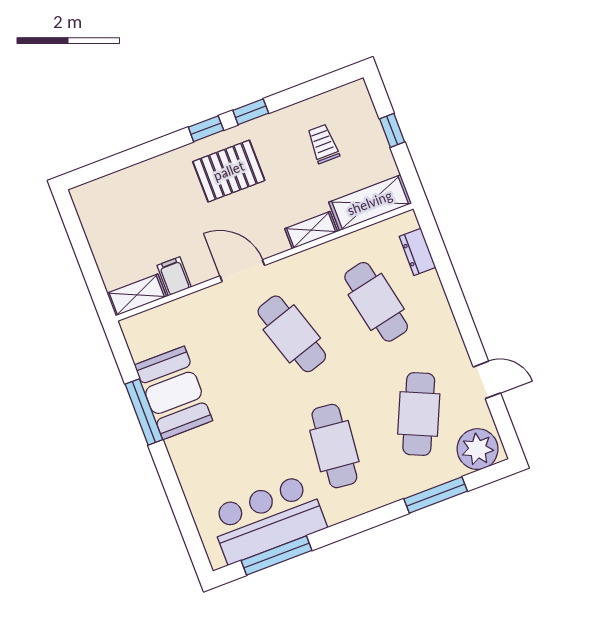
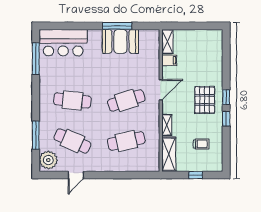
dresser: (417, 252) -> (141, 166), removed
bar counter: (268, 519) -> (63, 43), moved, turned 90

